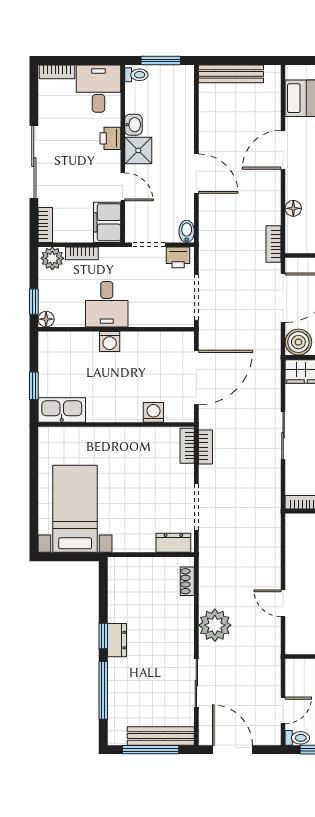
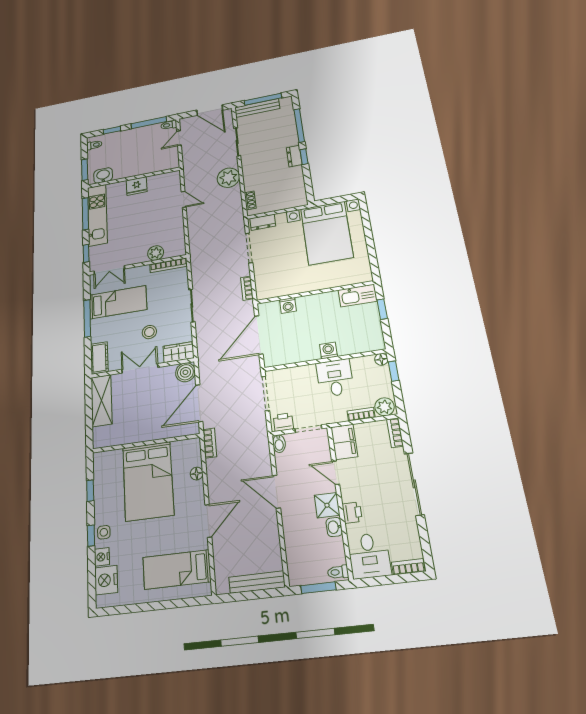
bookcase: (187, 446) -> (260, 287), removed
bed with nightstands: (75, 509) -> (327, 233), width x1.36

